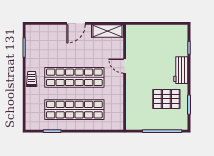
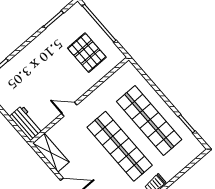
door: (125, 66) -> (69, 109), swing flipped
workbench: (181, 70) -> (26, 123), moved, turned -90
pallet: (166, 99) -> (87, 53), moved

